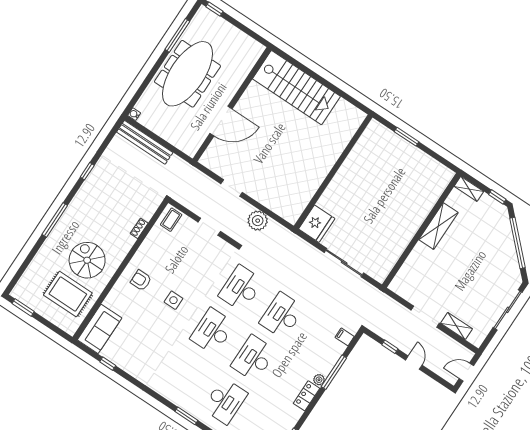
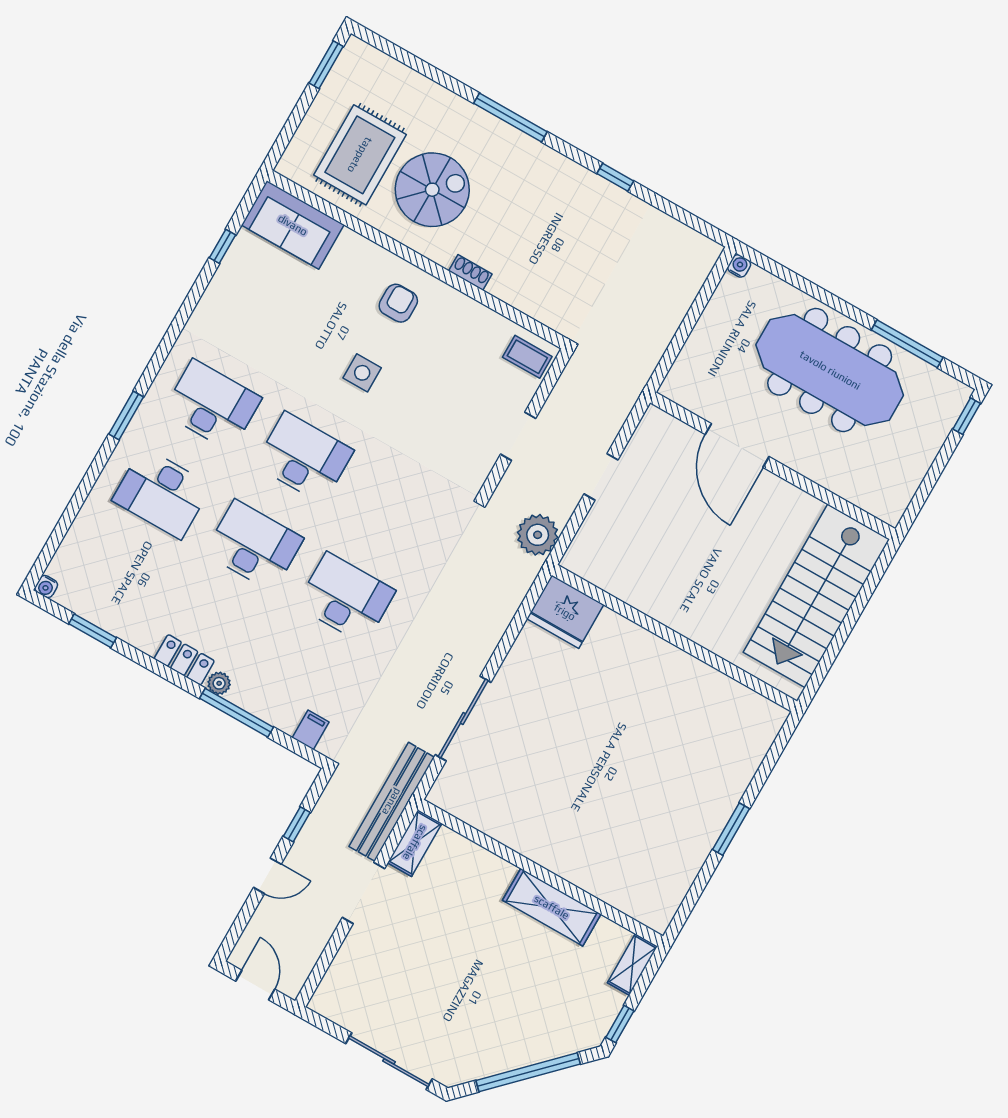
bench: (145, 142) -> (392, 802), moved
wall: (333, 172) -> (674, 638), moved
fridge: (317, 224) -> (565, 612), moved
shoe rack: (139, 228) -> (470, 272), moved
desk: (241, 288) -> (212, 405), moved
shelving: (456, 326) -> (415, 843), moved

